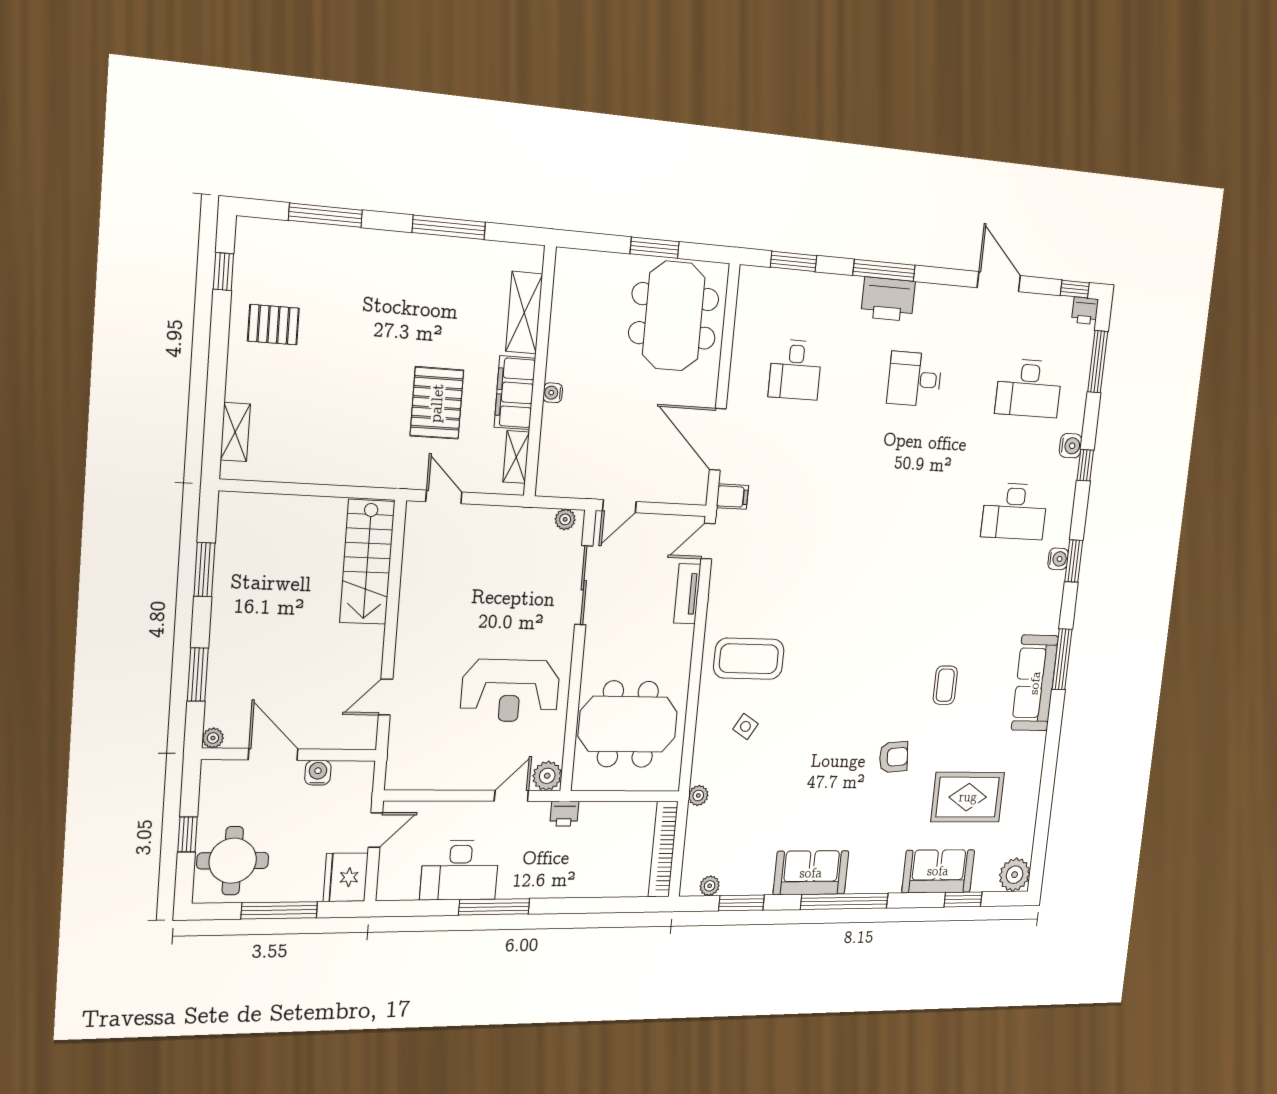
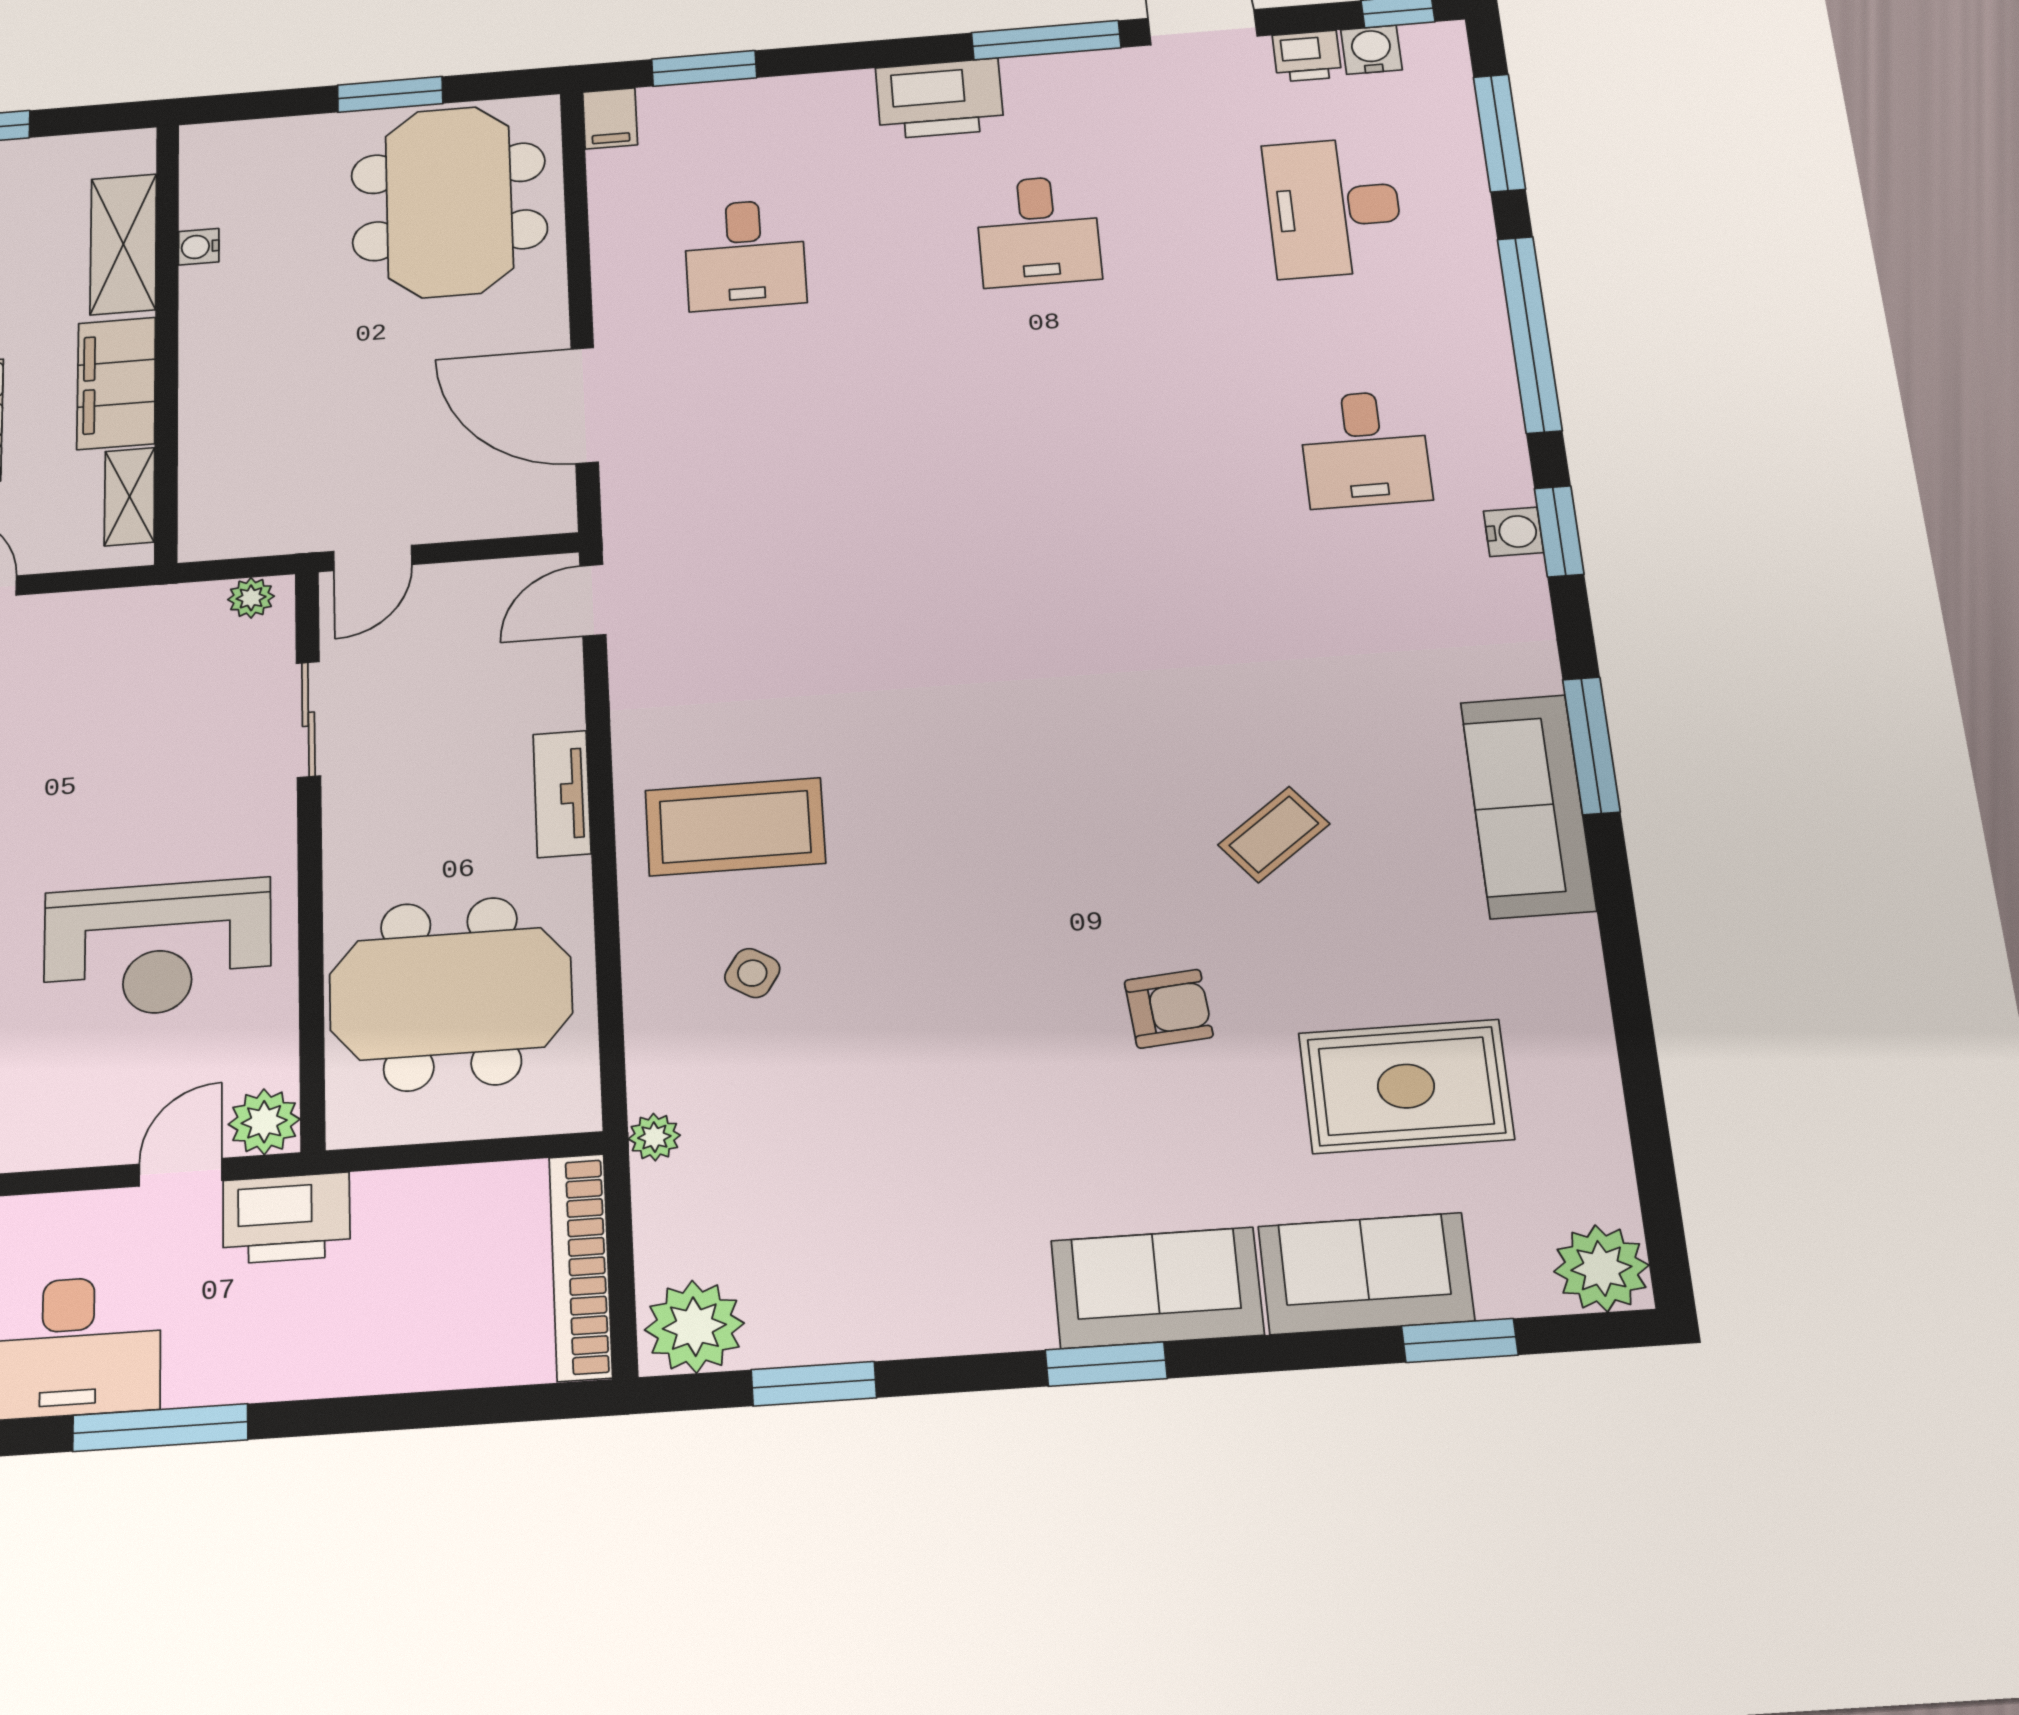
window: (884, 270) -> (1046, 40), moved
printer: (1085, 311) -> (1307, 56), moved
desk: (915, 379) -> (1038, 231), turned -90
desk: (1029, 388) -> (1333, 207), turned 90
water cooler: (553, 393) -> (199, 247), moved
water cooler: (1071, 446) -> (1371, 50), moved, turned -90
window: (1085, 465) -> (1530, 334), width x3.17
filing cabinet: (732, 497) -> (610, 118), moved, turned 90
desk: (1015, 511) -> (1365, 449), width x0.73
sliding door: (584, 585) -> (308, 719), width x0.73
tv unit: (687, 594) -> (562, 794), moved
coffee table: (945, 685) -> (1274, 834), turned 52
printer: (564, 814) -> (286, 1218), width x1.87, depth x1.48
sofa: (811, 873) -> (1157, 1288), moved
plant: (710, 886) -> (694, 1327), width x1.87, depth x1.87
window: (844, 901) -> (1106, 1364), width x0.47

